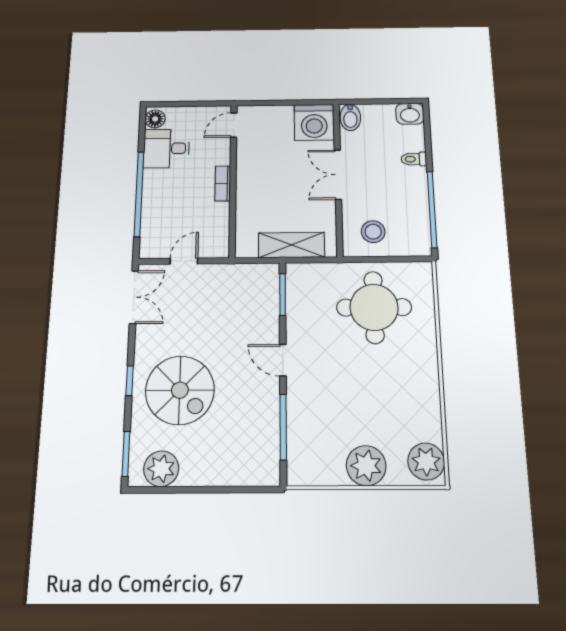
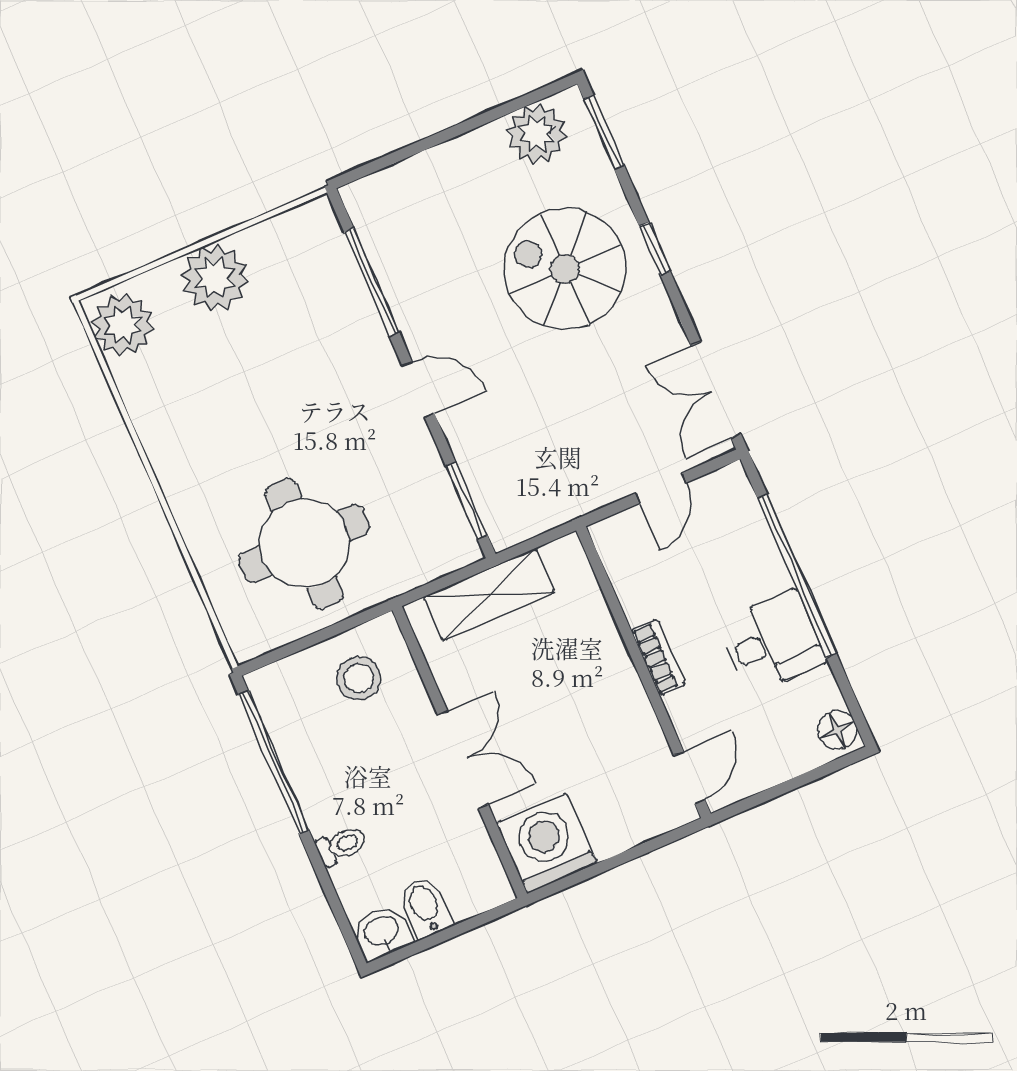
bidet: (350, 117) -> (425, 907), moved
desk: (166, 148) -> (772, 642), moved

